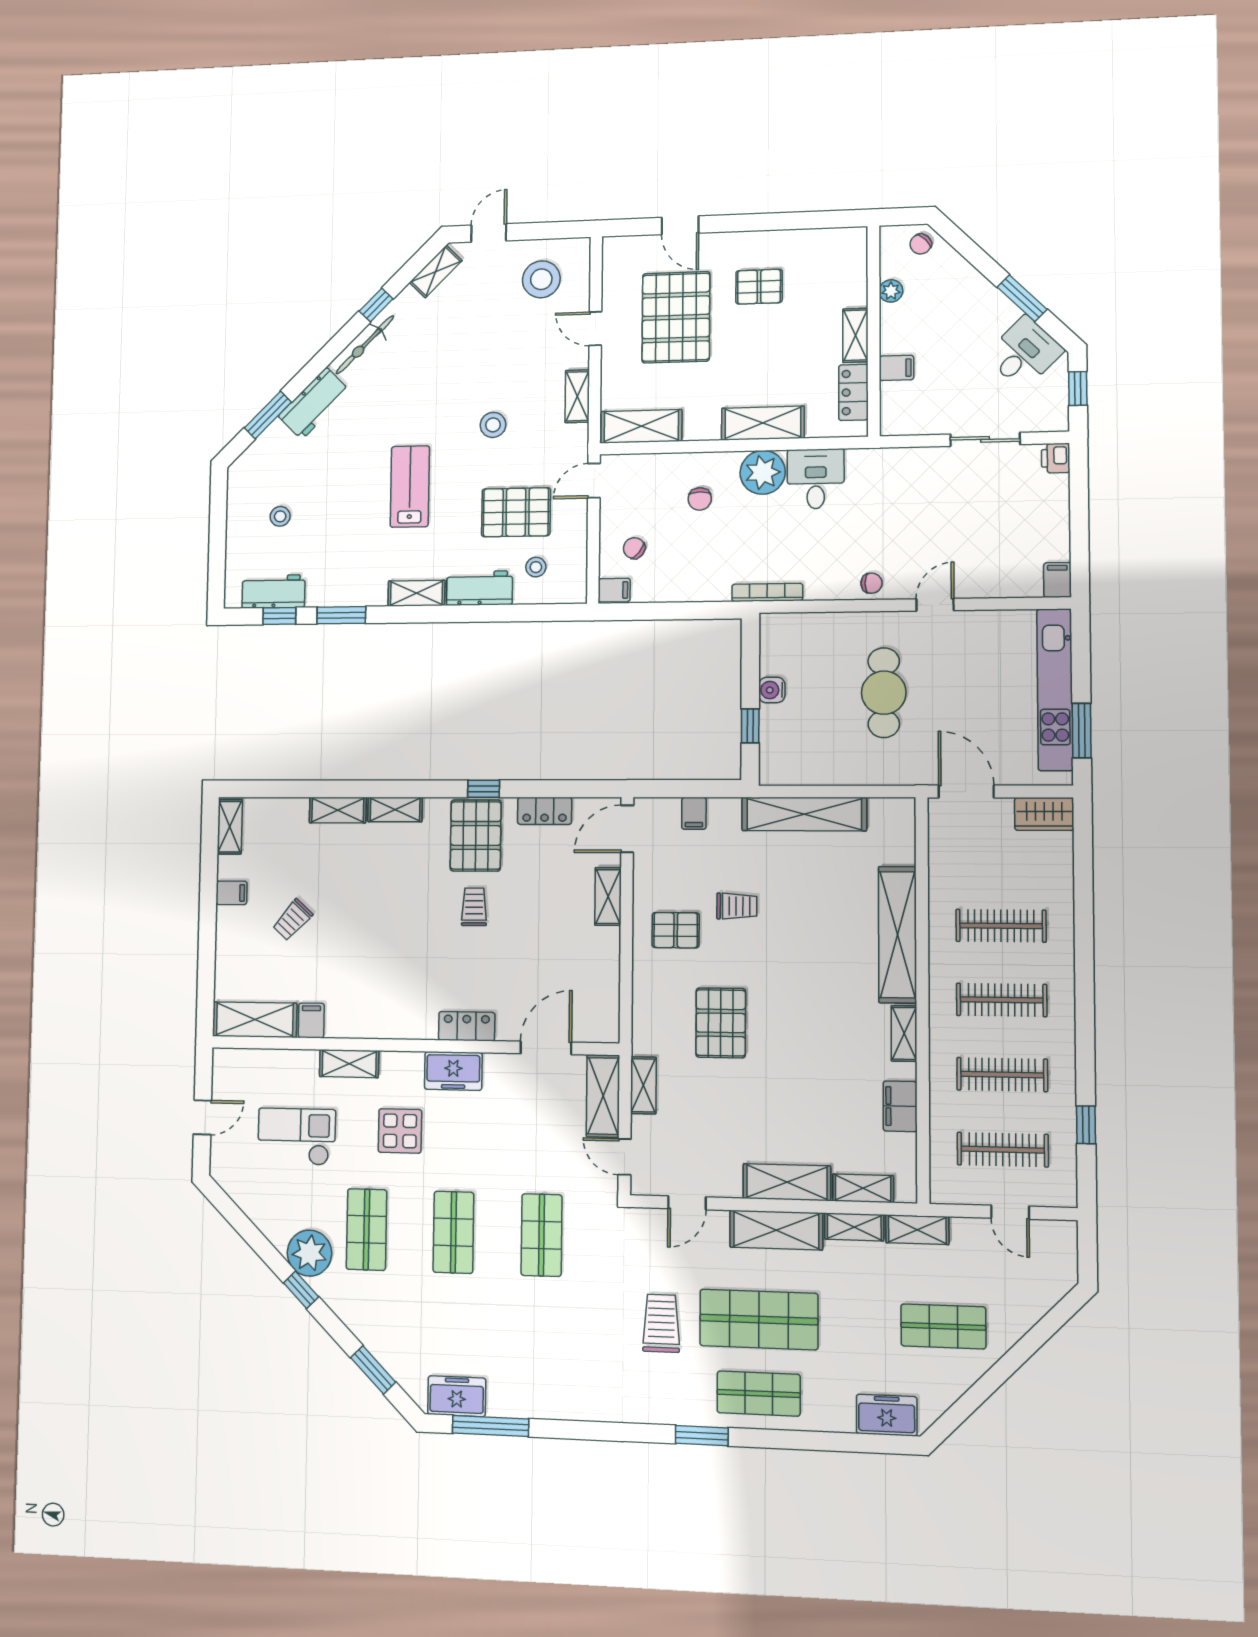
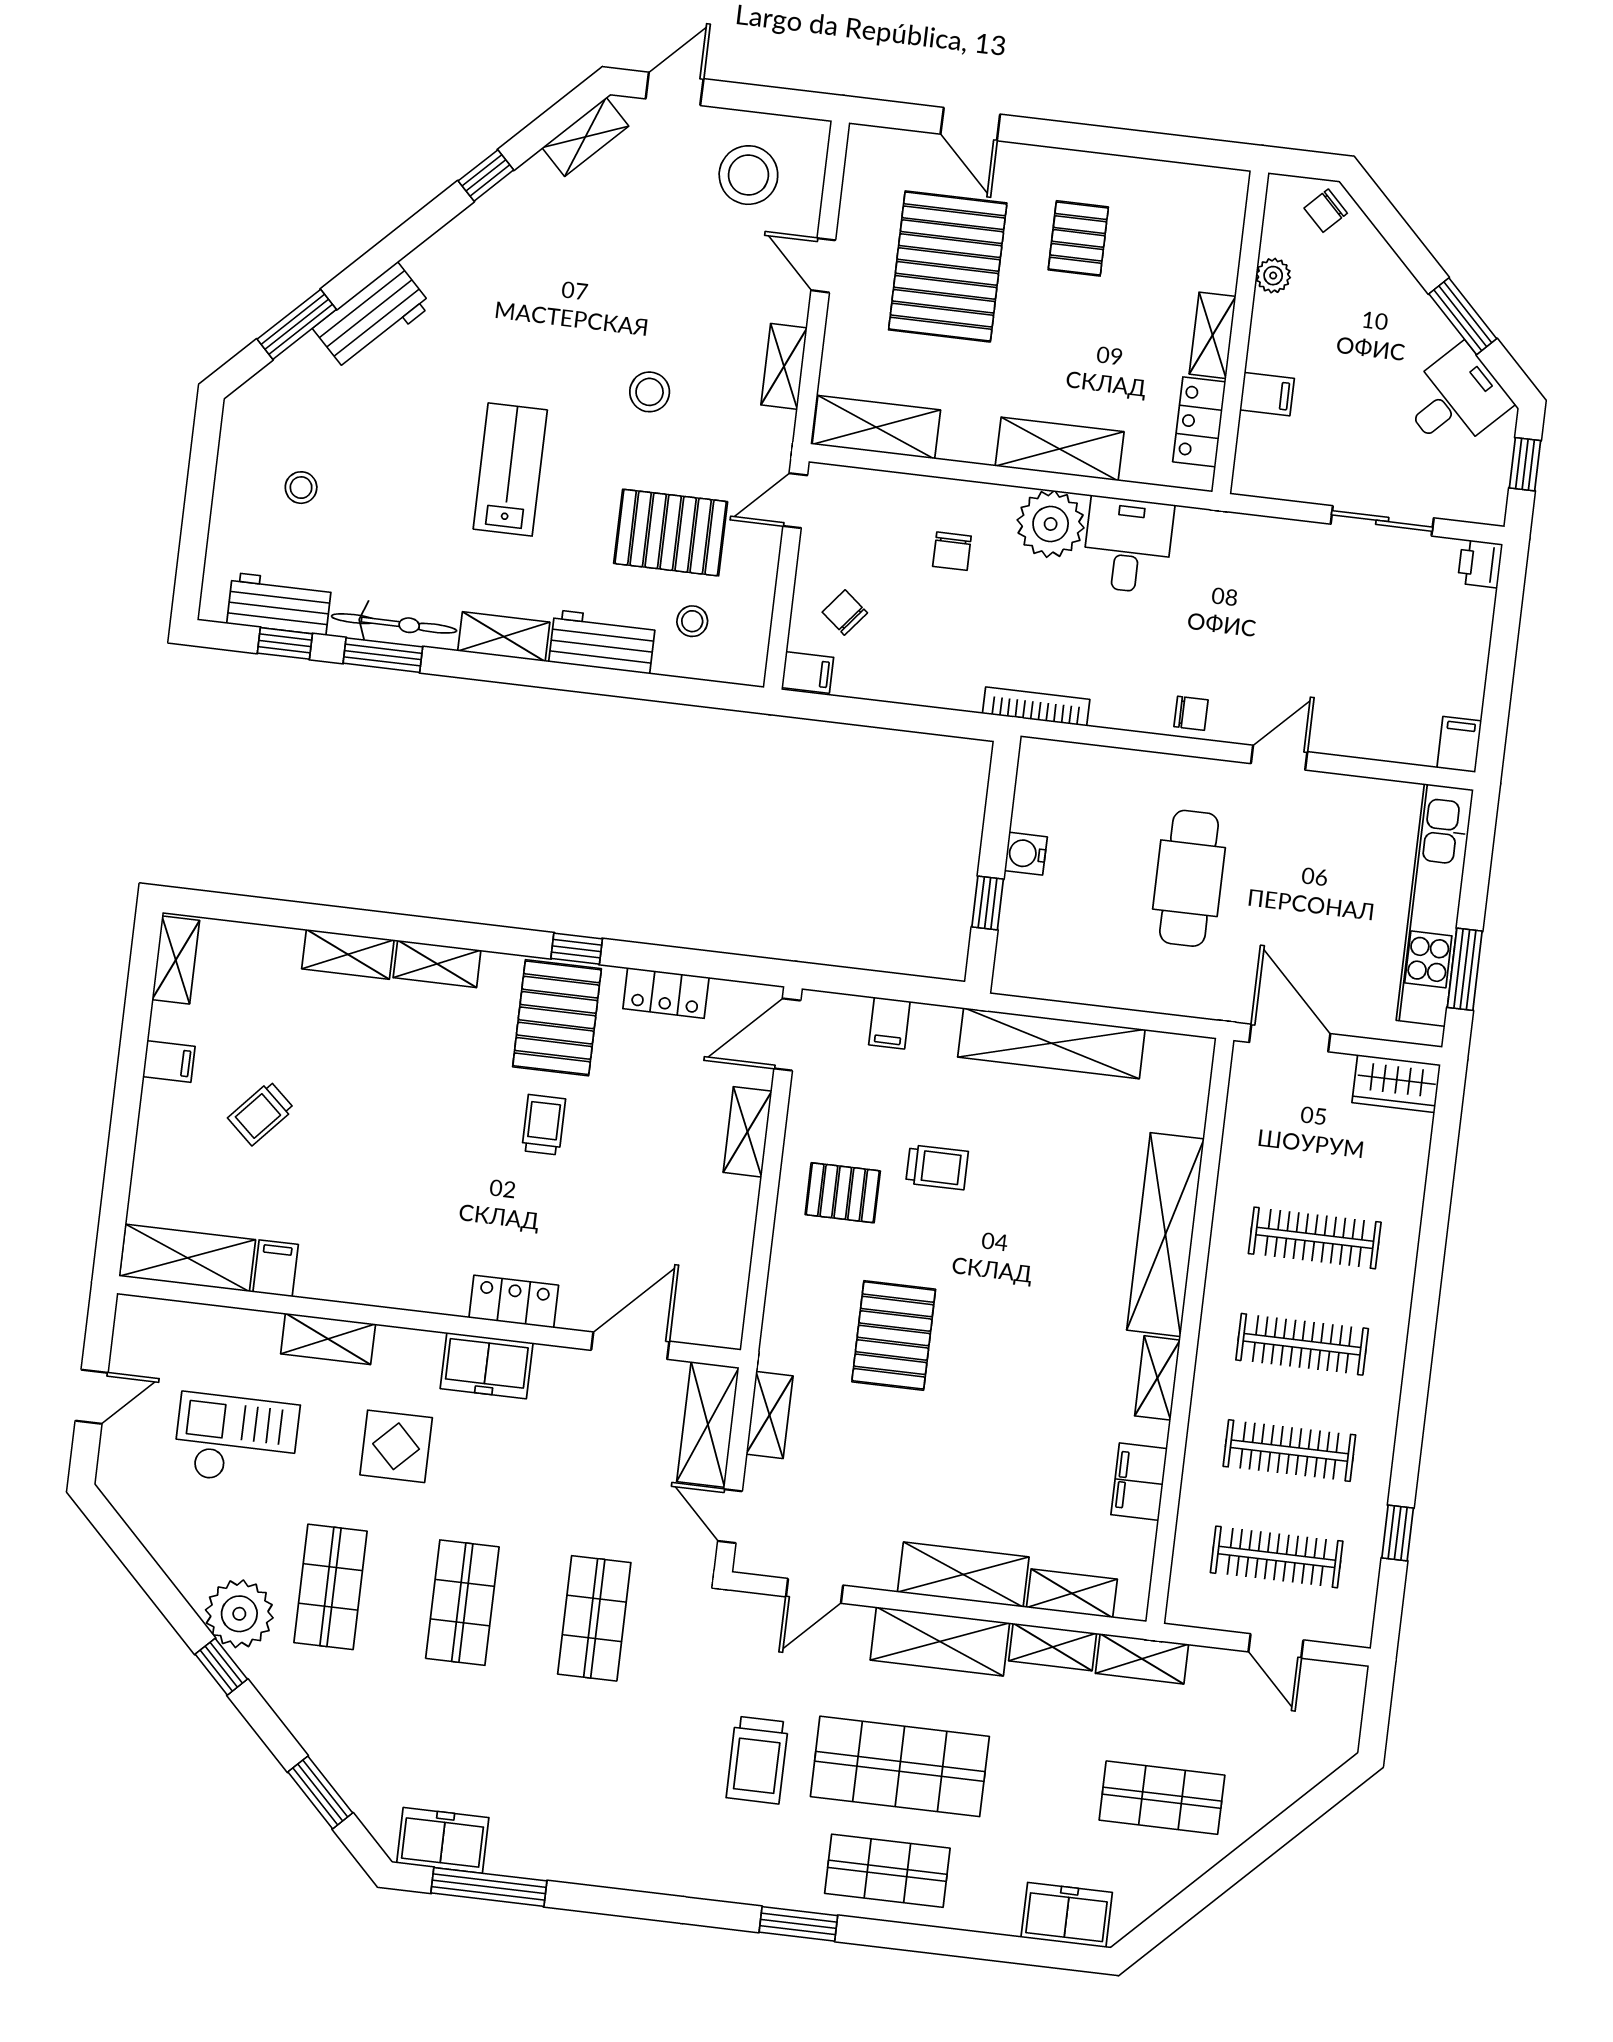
pallet: (759, 287) -> (1078, 238), turned 90
bicycle: (365, 345) -> (394, 623), moved, turned -135
trolley: (661, 1323) -> (757, 1760), turned 180

